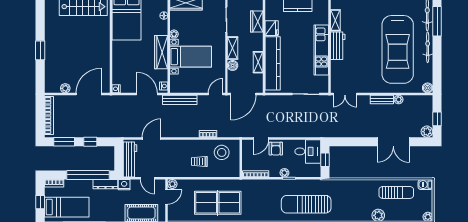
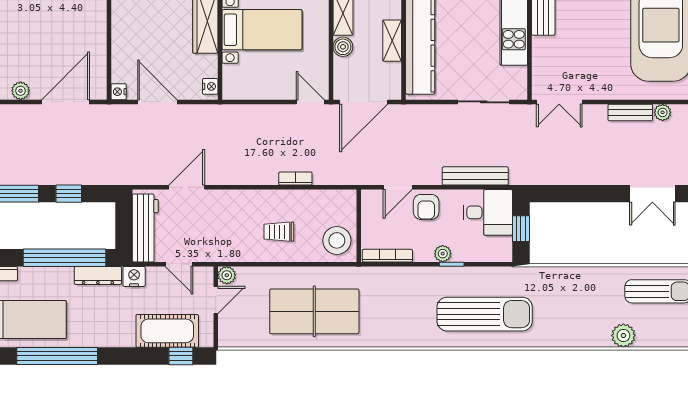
door: (147, 94) -> (157, 102), moved
door: (216, 94) -> (310, 102), hinge flipped
bench: (180, 100) -> (475, 176), moved
double door: (393, 142) -> (652, 194), width x0.73
stool: (222, 152) -> (337, 240), moved
sun lounger: (306, 204) -> (485, 314), turned 180

